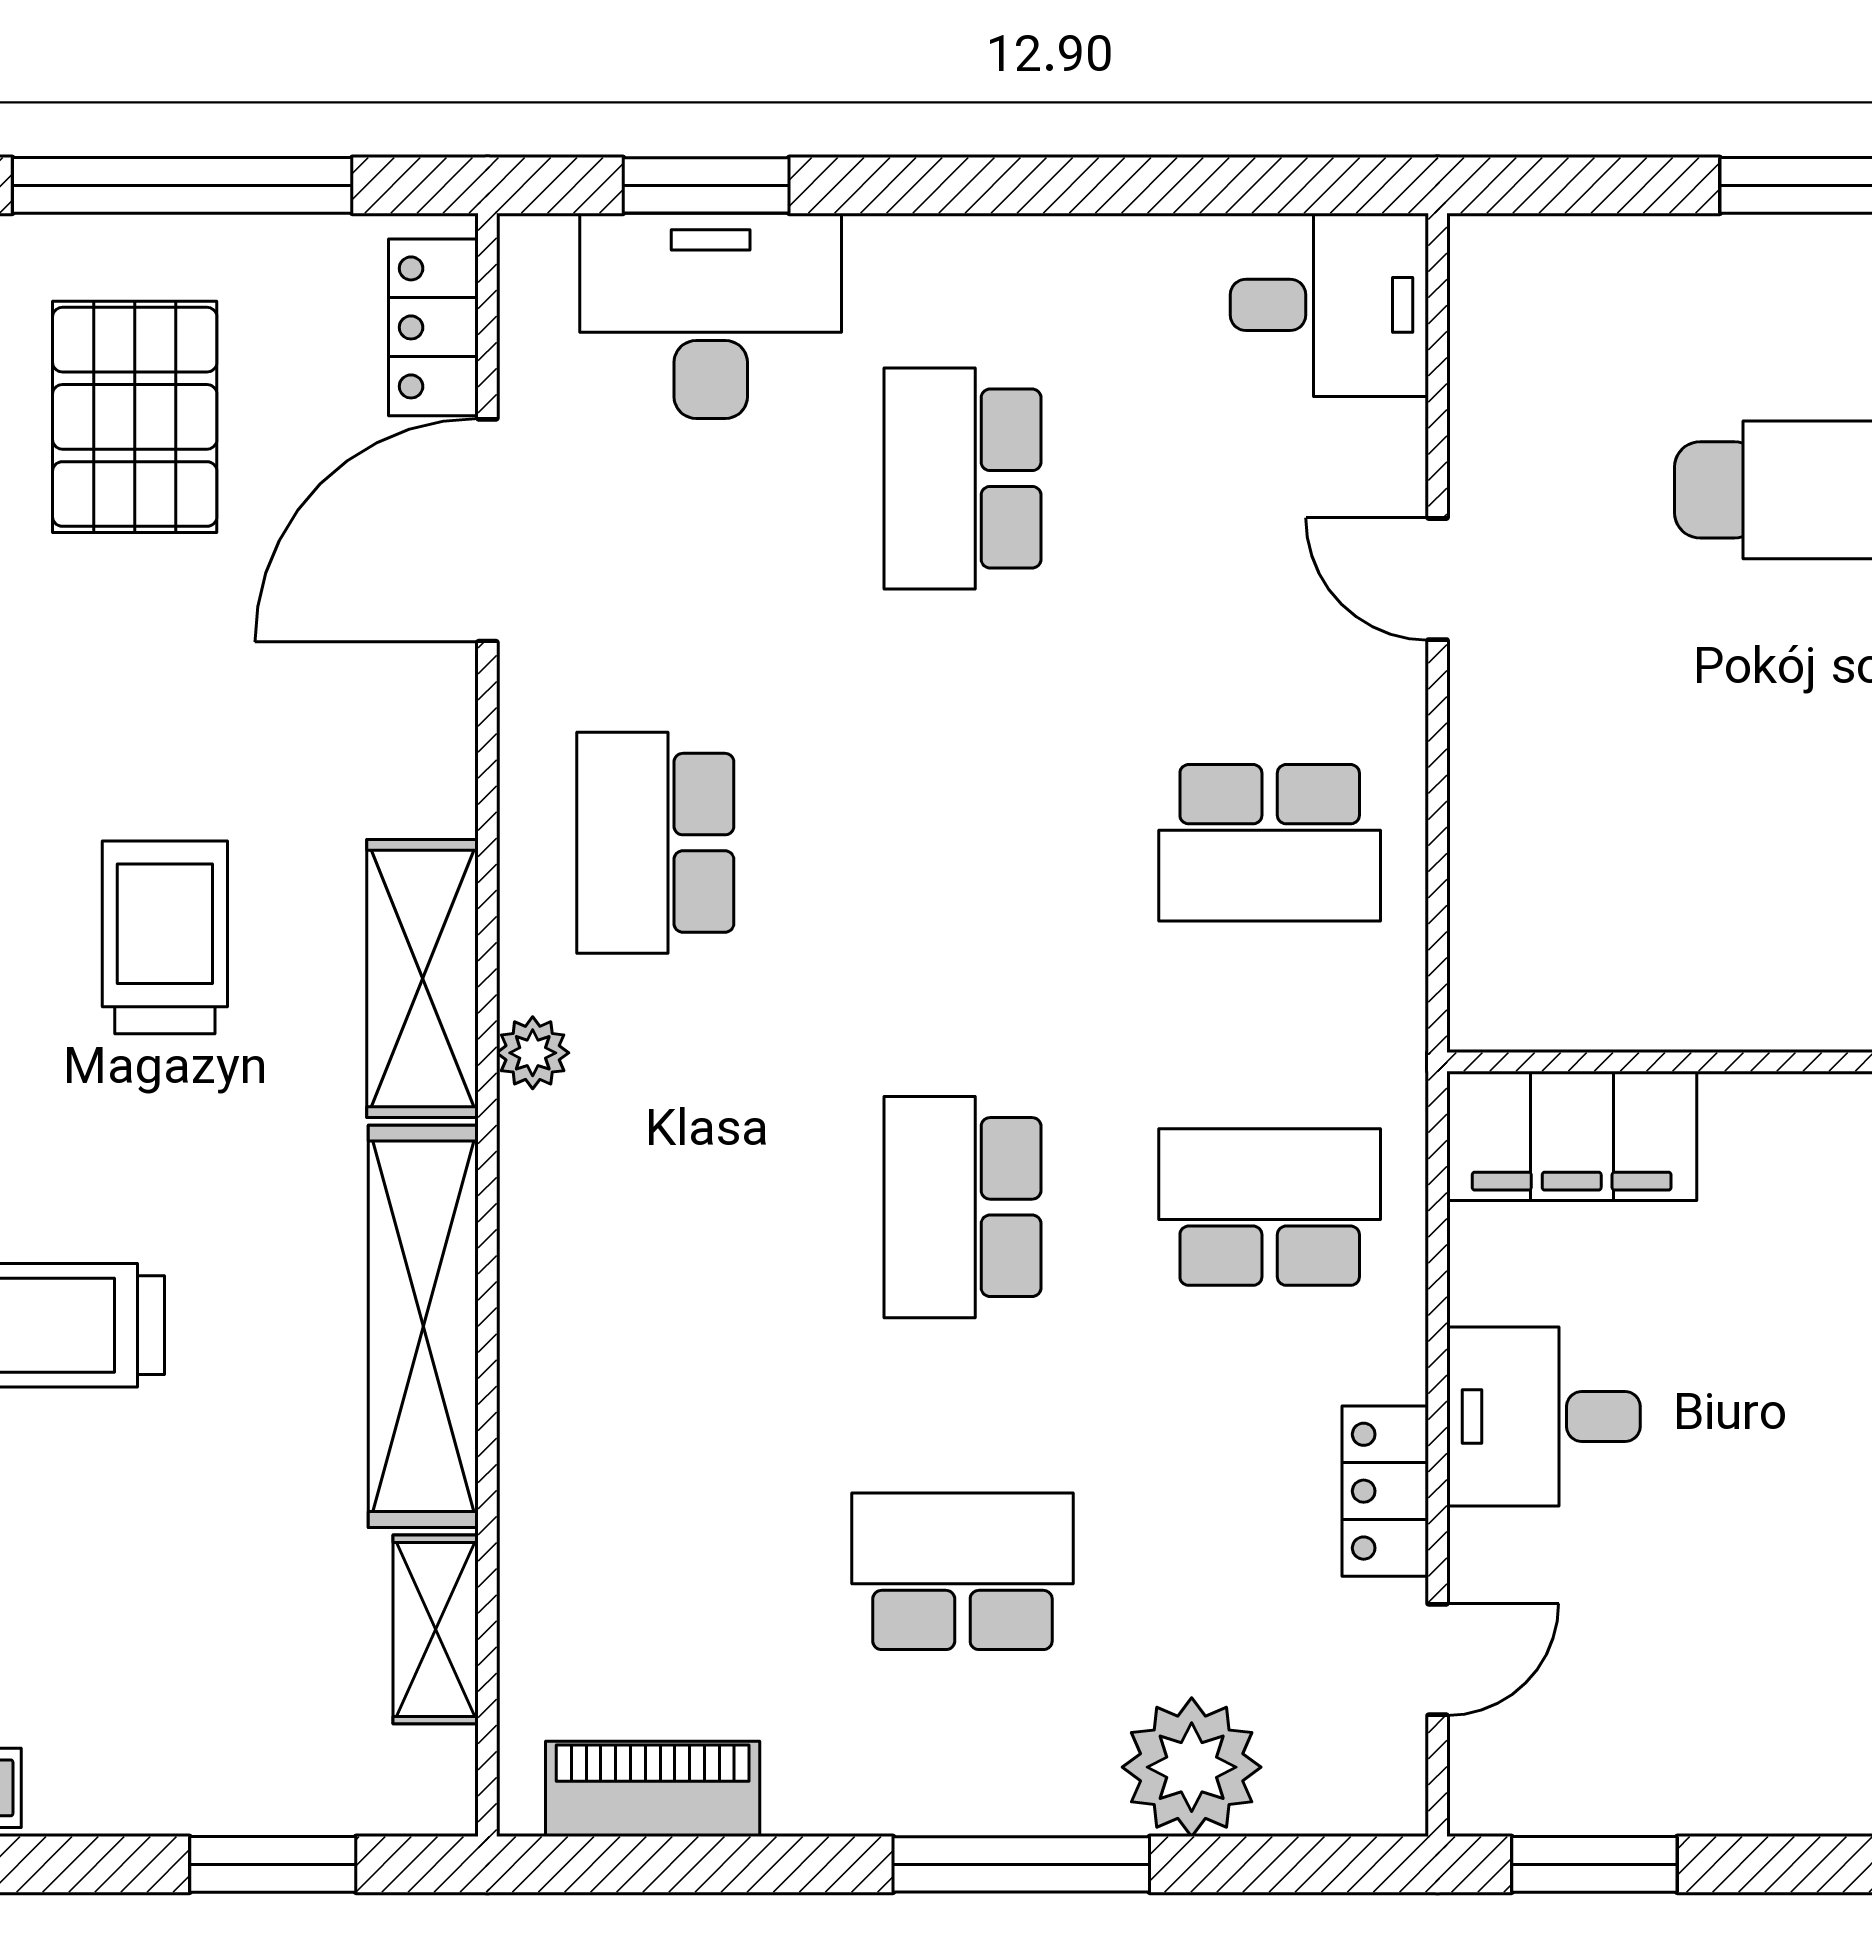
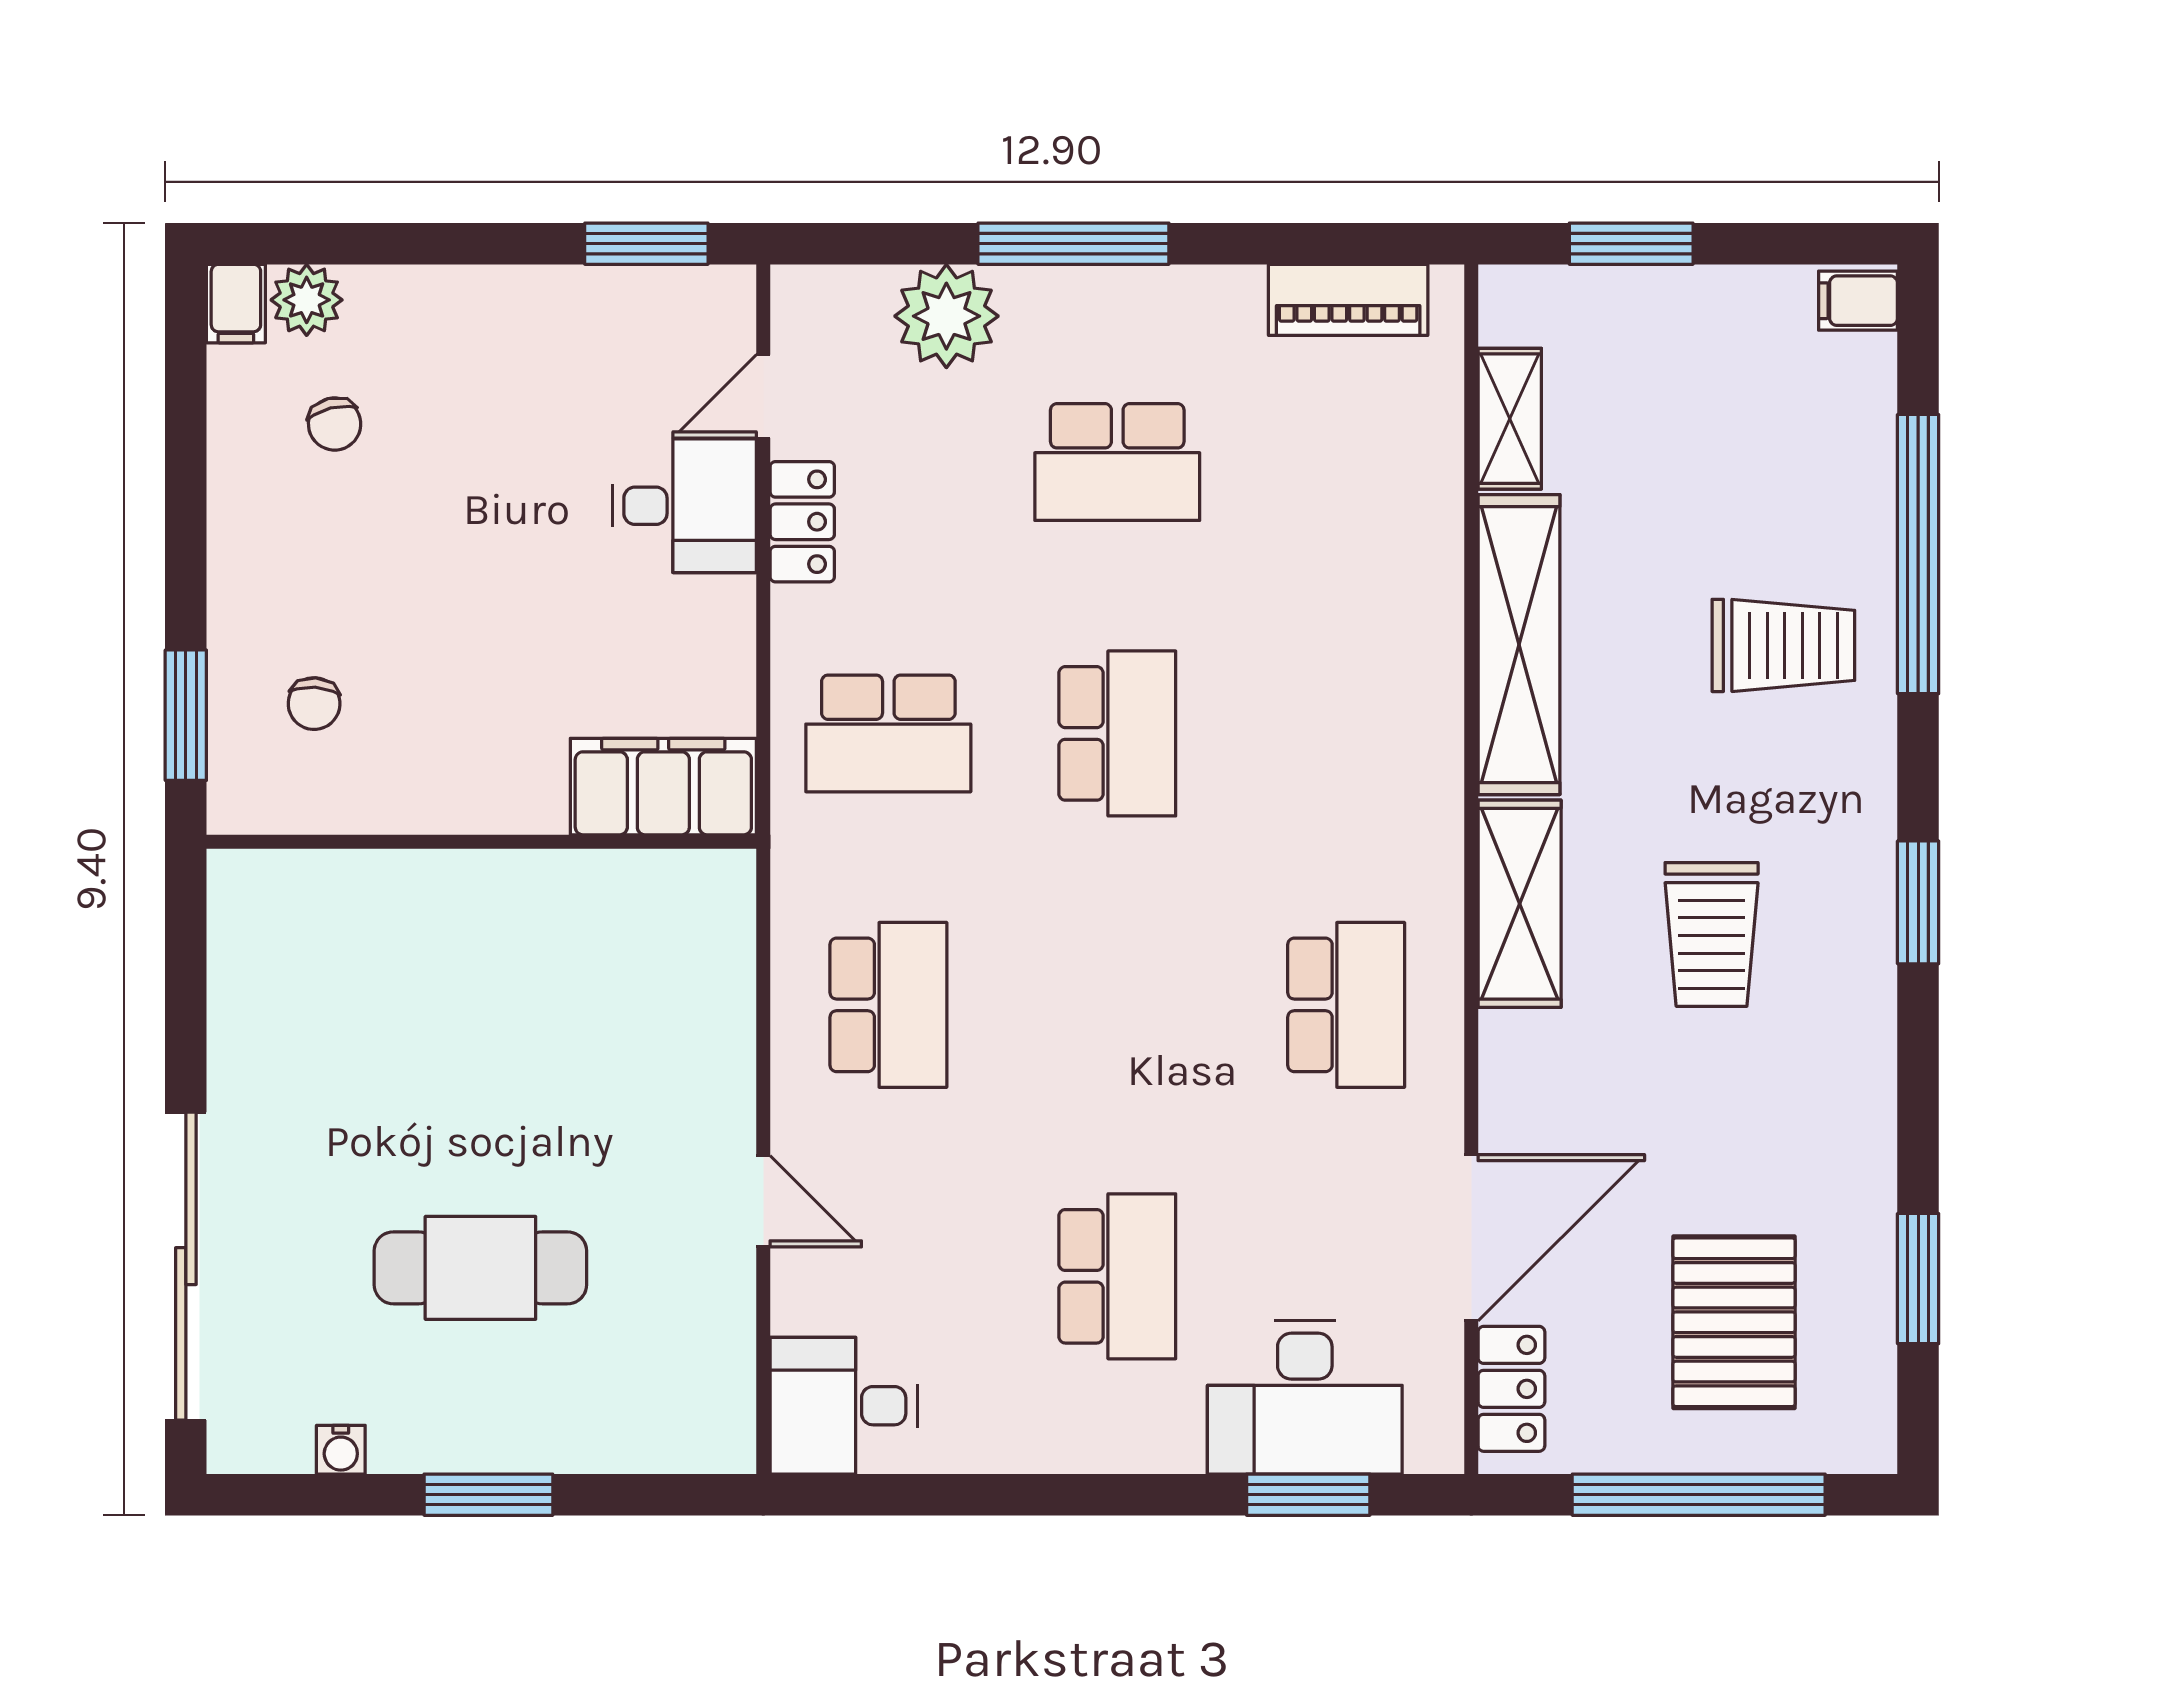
school desk: (1270, 843) -> (888, 1005), turned 90
plant: (533, 1053) -> (1437, 848), removed
desk: (1543, 1417) -> (684, 506), moved

